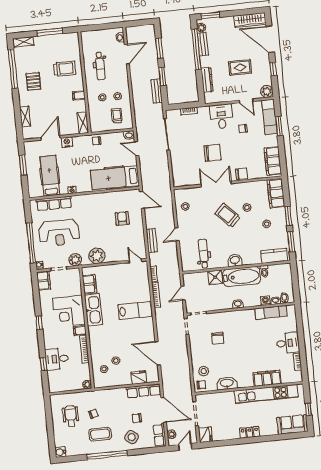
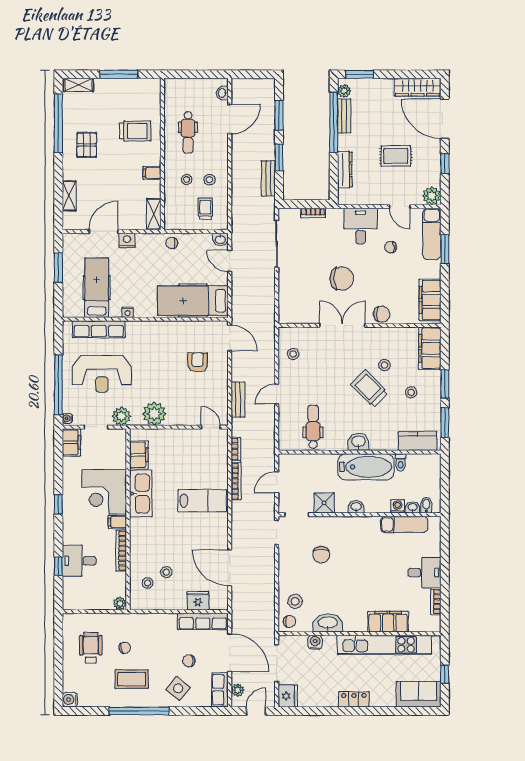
trolley: (228, 215) -> (369, 389), moved
shower: (215, 277) -> (324, 503), moved
water cooler: (220, 397) -> (315, 642), added

